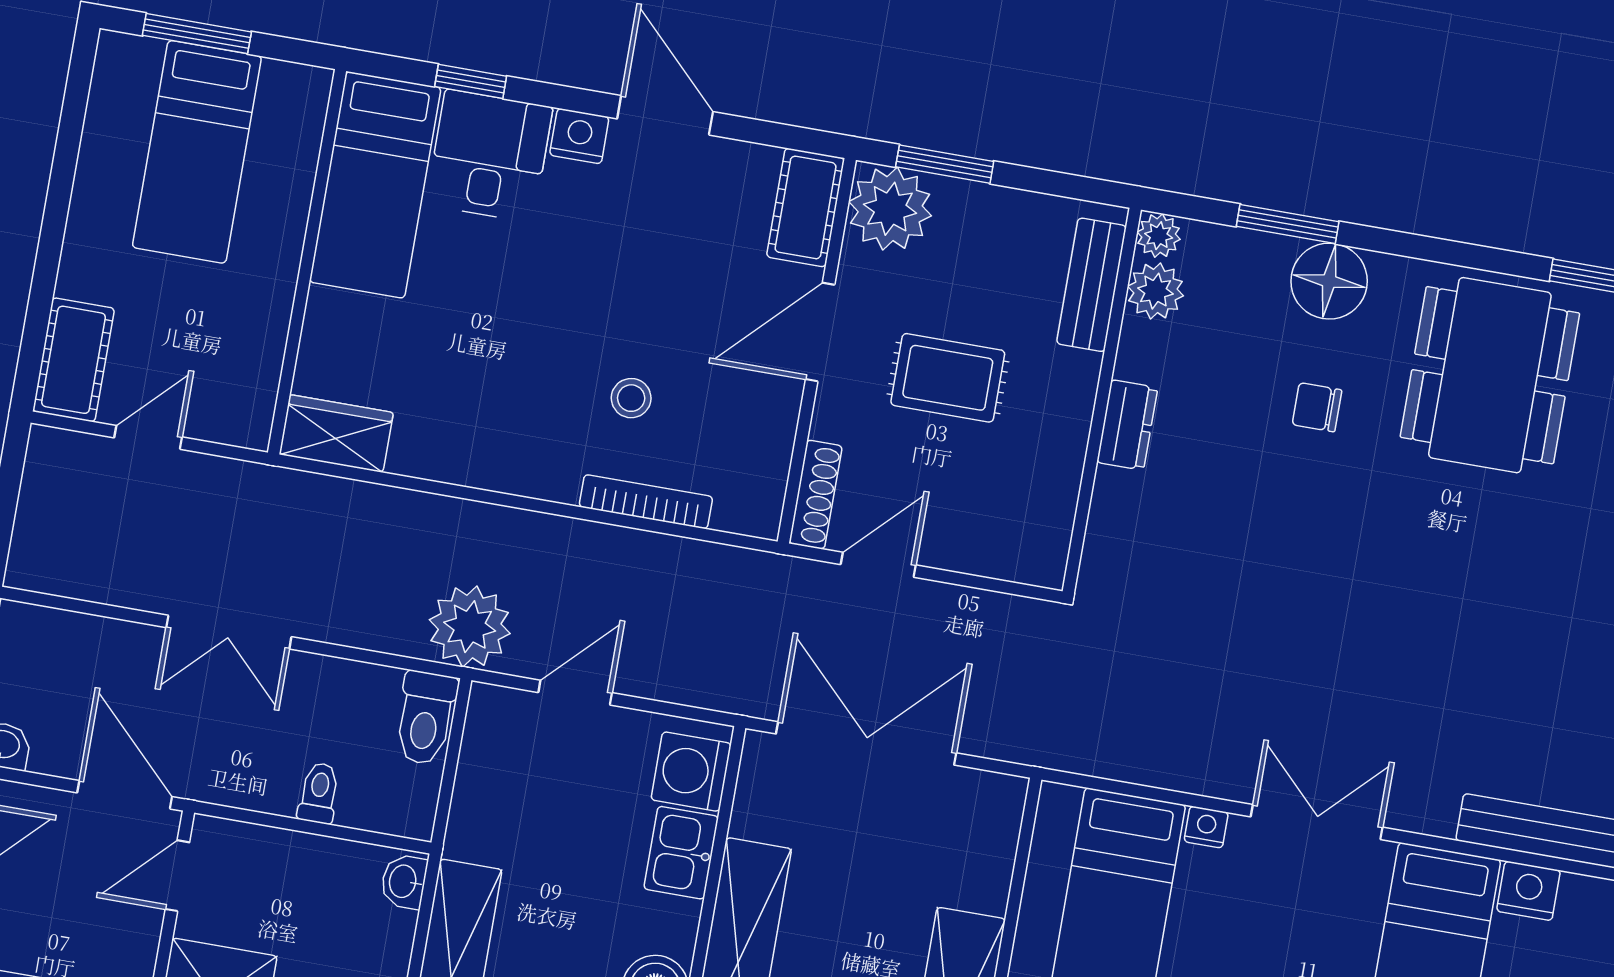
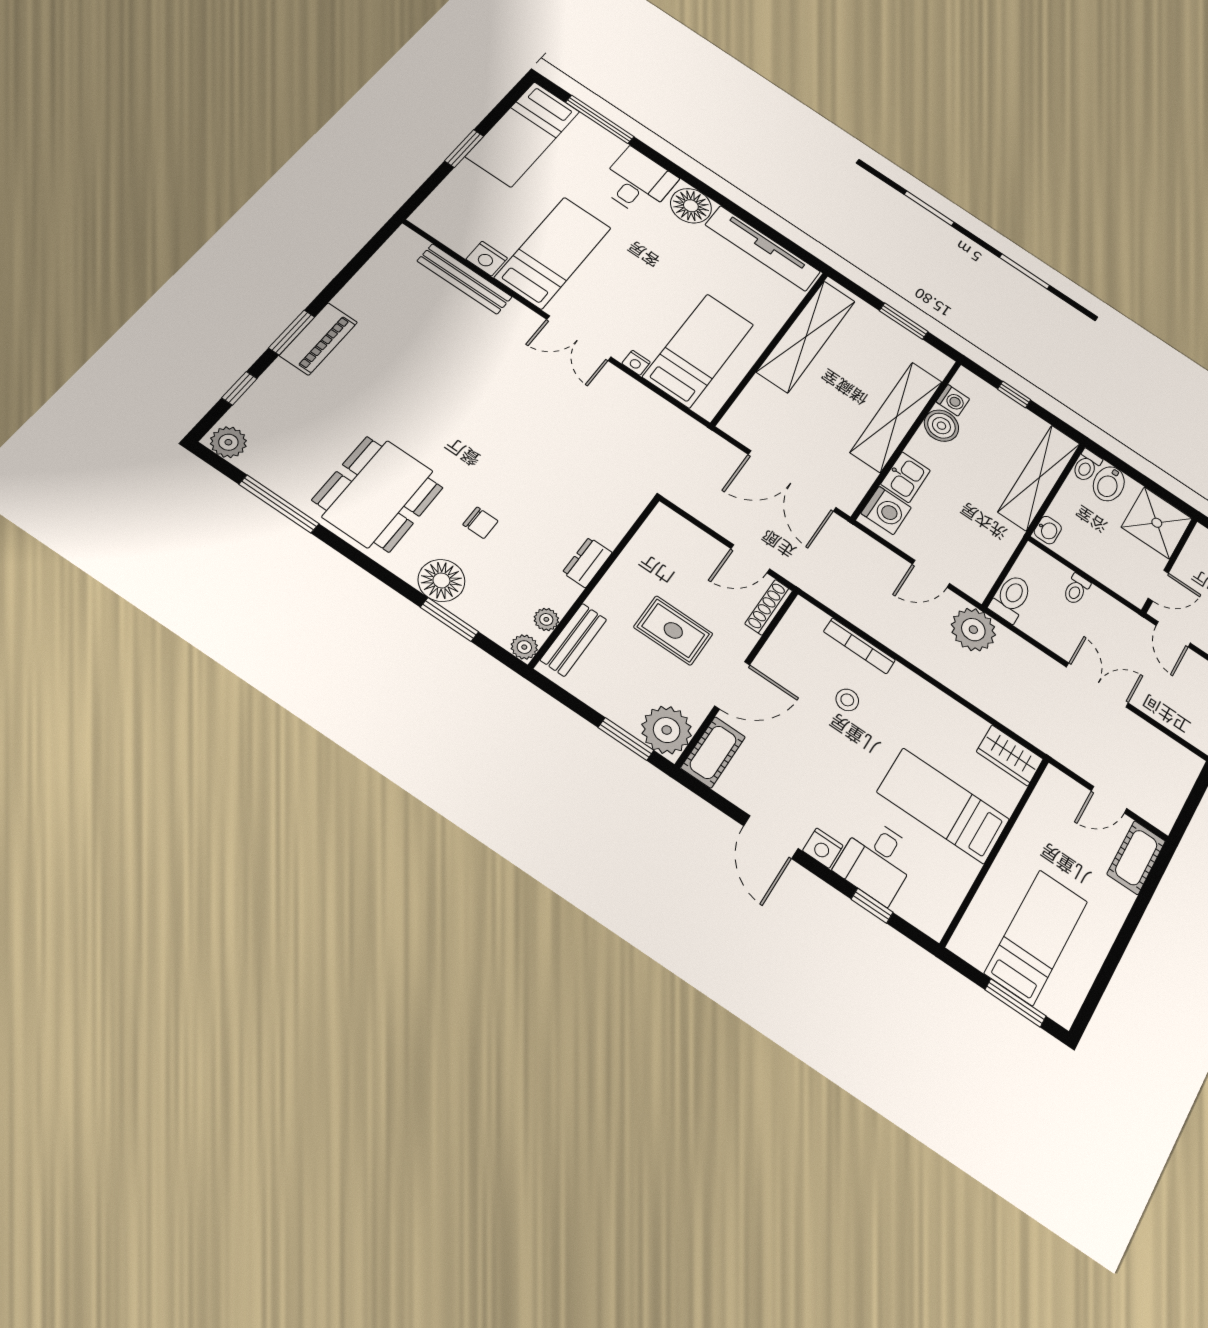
bed: (375, 185) -> (943, 806), moved, turned -90
plant: (1156, 291) -> (546, 619), width x0.73, depth x0.73
door: (125, 795) -> (1173, 634), width x0.73

